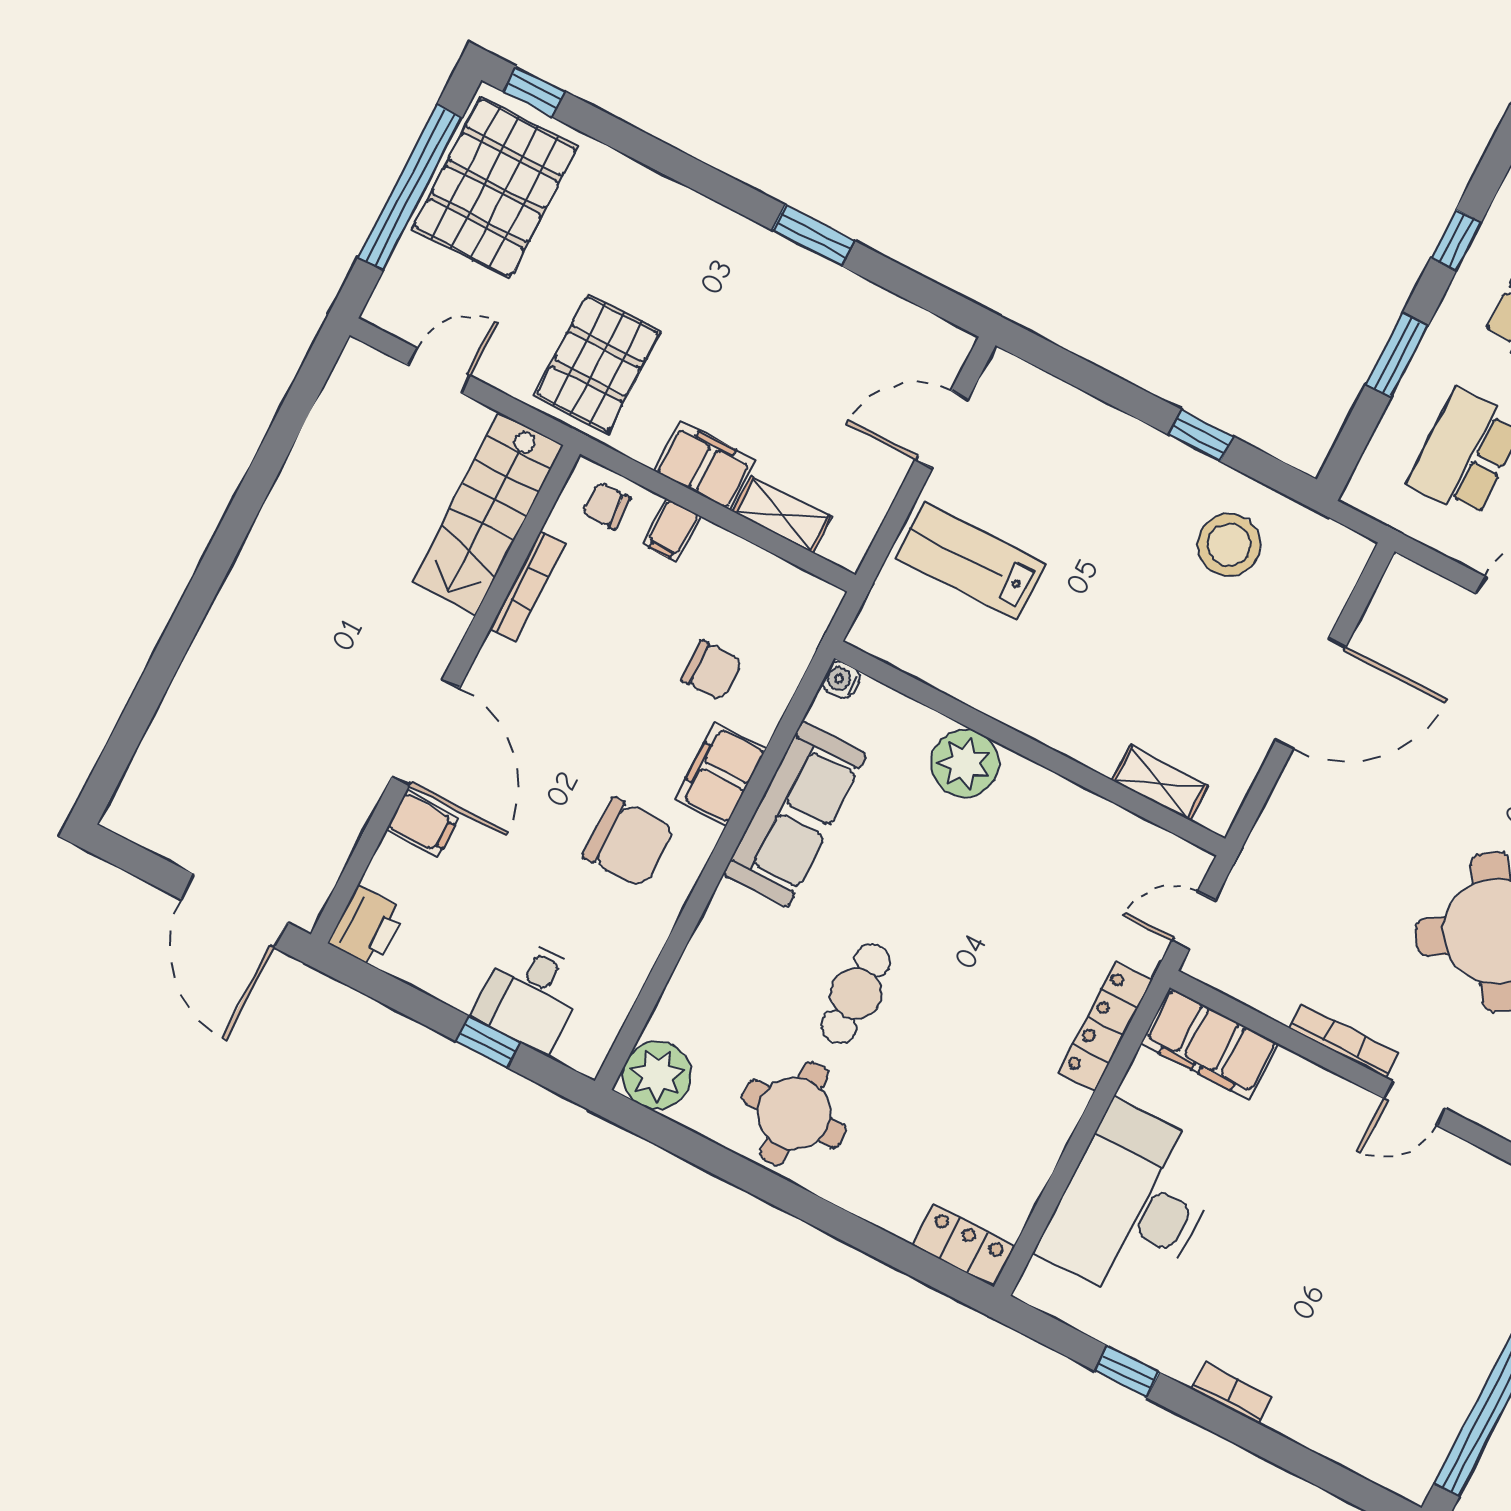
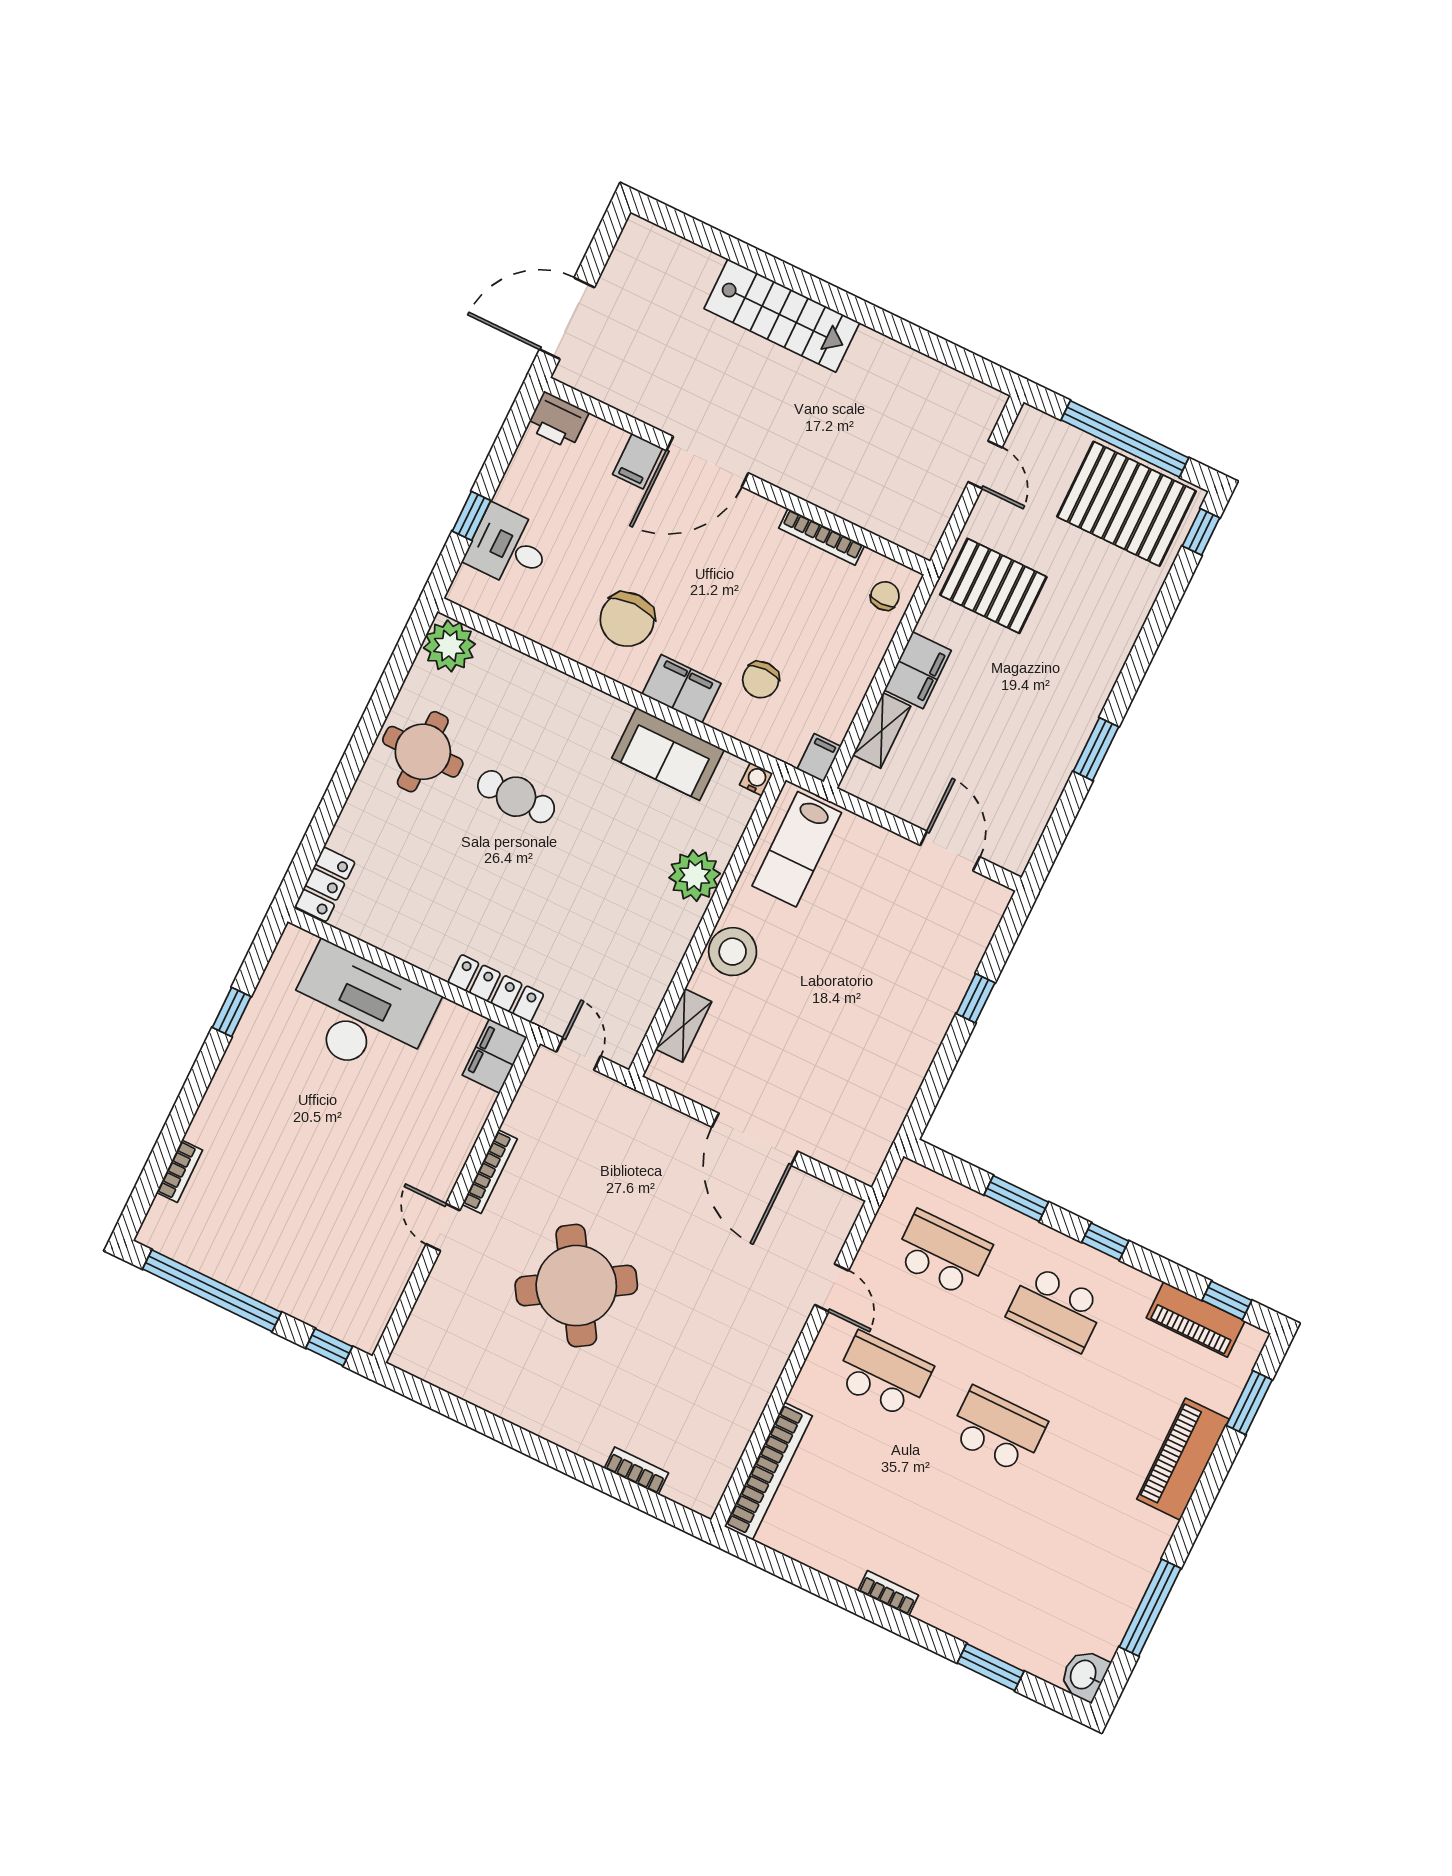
window: (1201, 436) -> (976, 998), moved
stairs: (488, 514) -> (782, 316), moved, turned 180
filing cabinet: (672, 530) -> (819, 758), moved, turned 90
stool: (1229, 545) -> (733, 952), moved
lab bench: (971, 561) -> (797, 849), moved, turned 180
sofa: (795, 814) -> (668, 754), width x0.73
filing cabinet: (1210, 1044) -> (495, 1056), width x0.67, depth x0.86
bookcase: (1231, 1393) -> (179, 1171), moved

